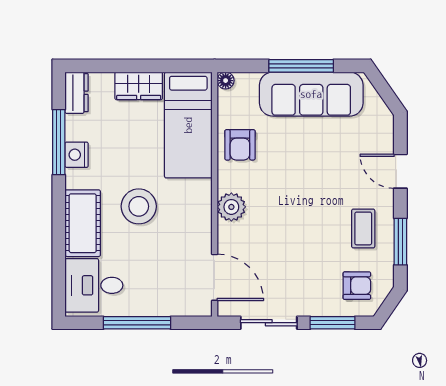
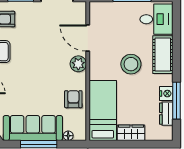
floor lamp: (226, 81) -> (68, 136), moved
dresser: (77, 93) -> (166, 114), moved
door: (215, 277) -> (88, 38), moved

